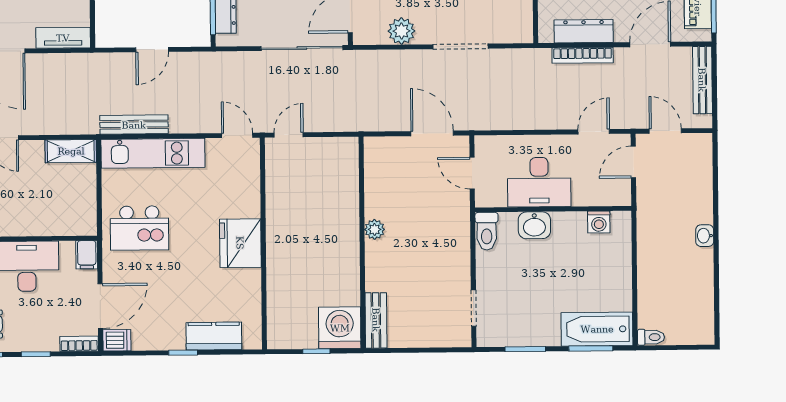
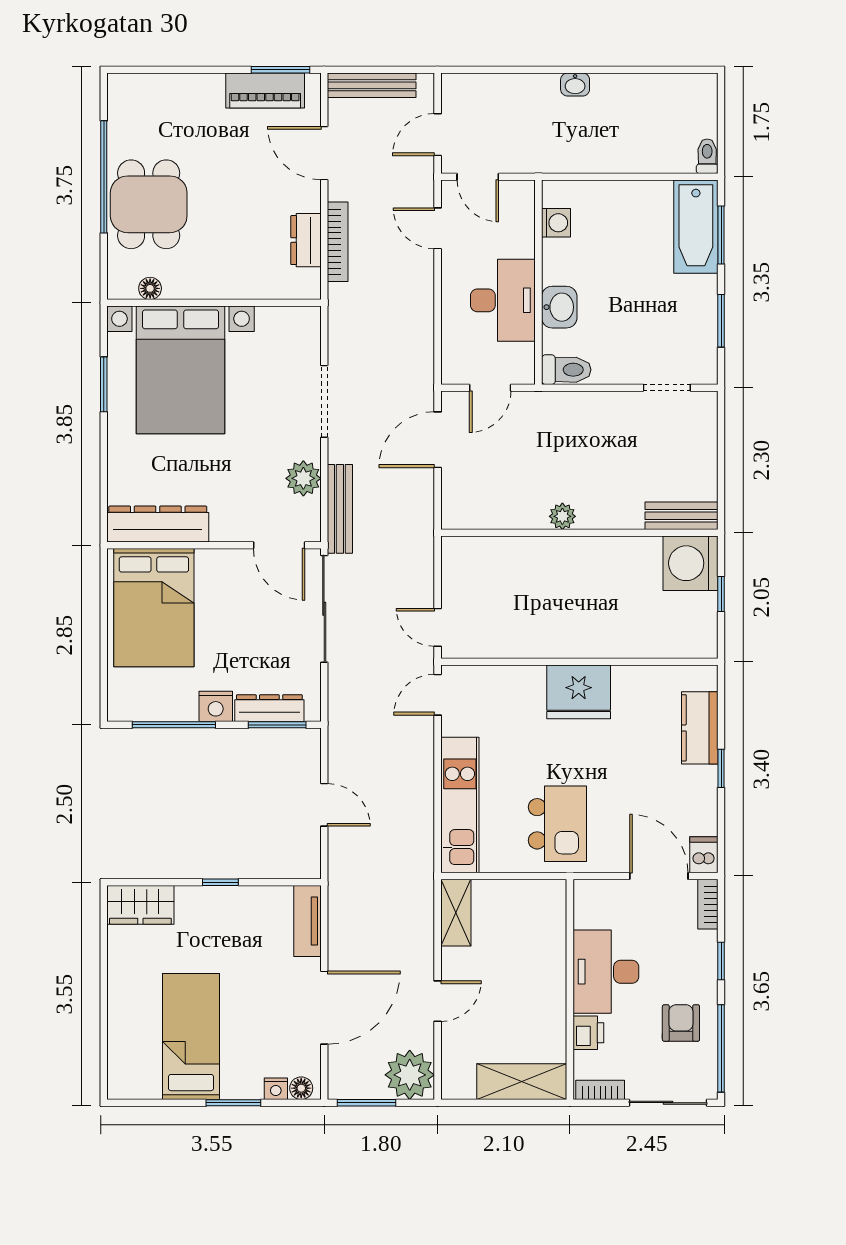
dresser: (584, 31) -> (306, 240), width x0.70
bench: (134, 125) -> (340, 509), moved
filing cabinet: (87, 255) -> (592, 893), removed

